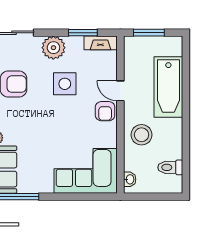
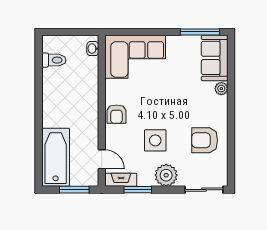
bathtub: (168, 87) -> (56, 157), moved
door: (120, 91) -> (102, 159), moved
armchair: (105, 111) -> (116, 114), turned 180
stool: (142, 135) -> (81, 91), removed

